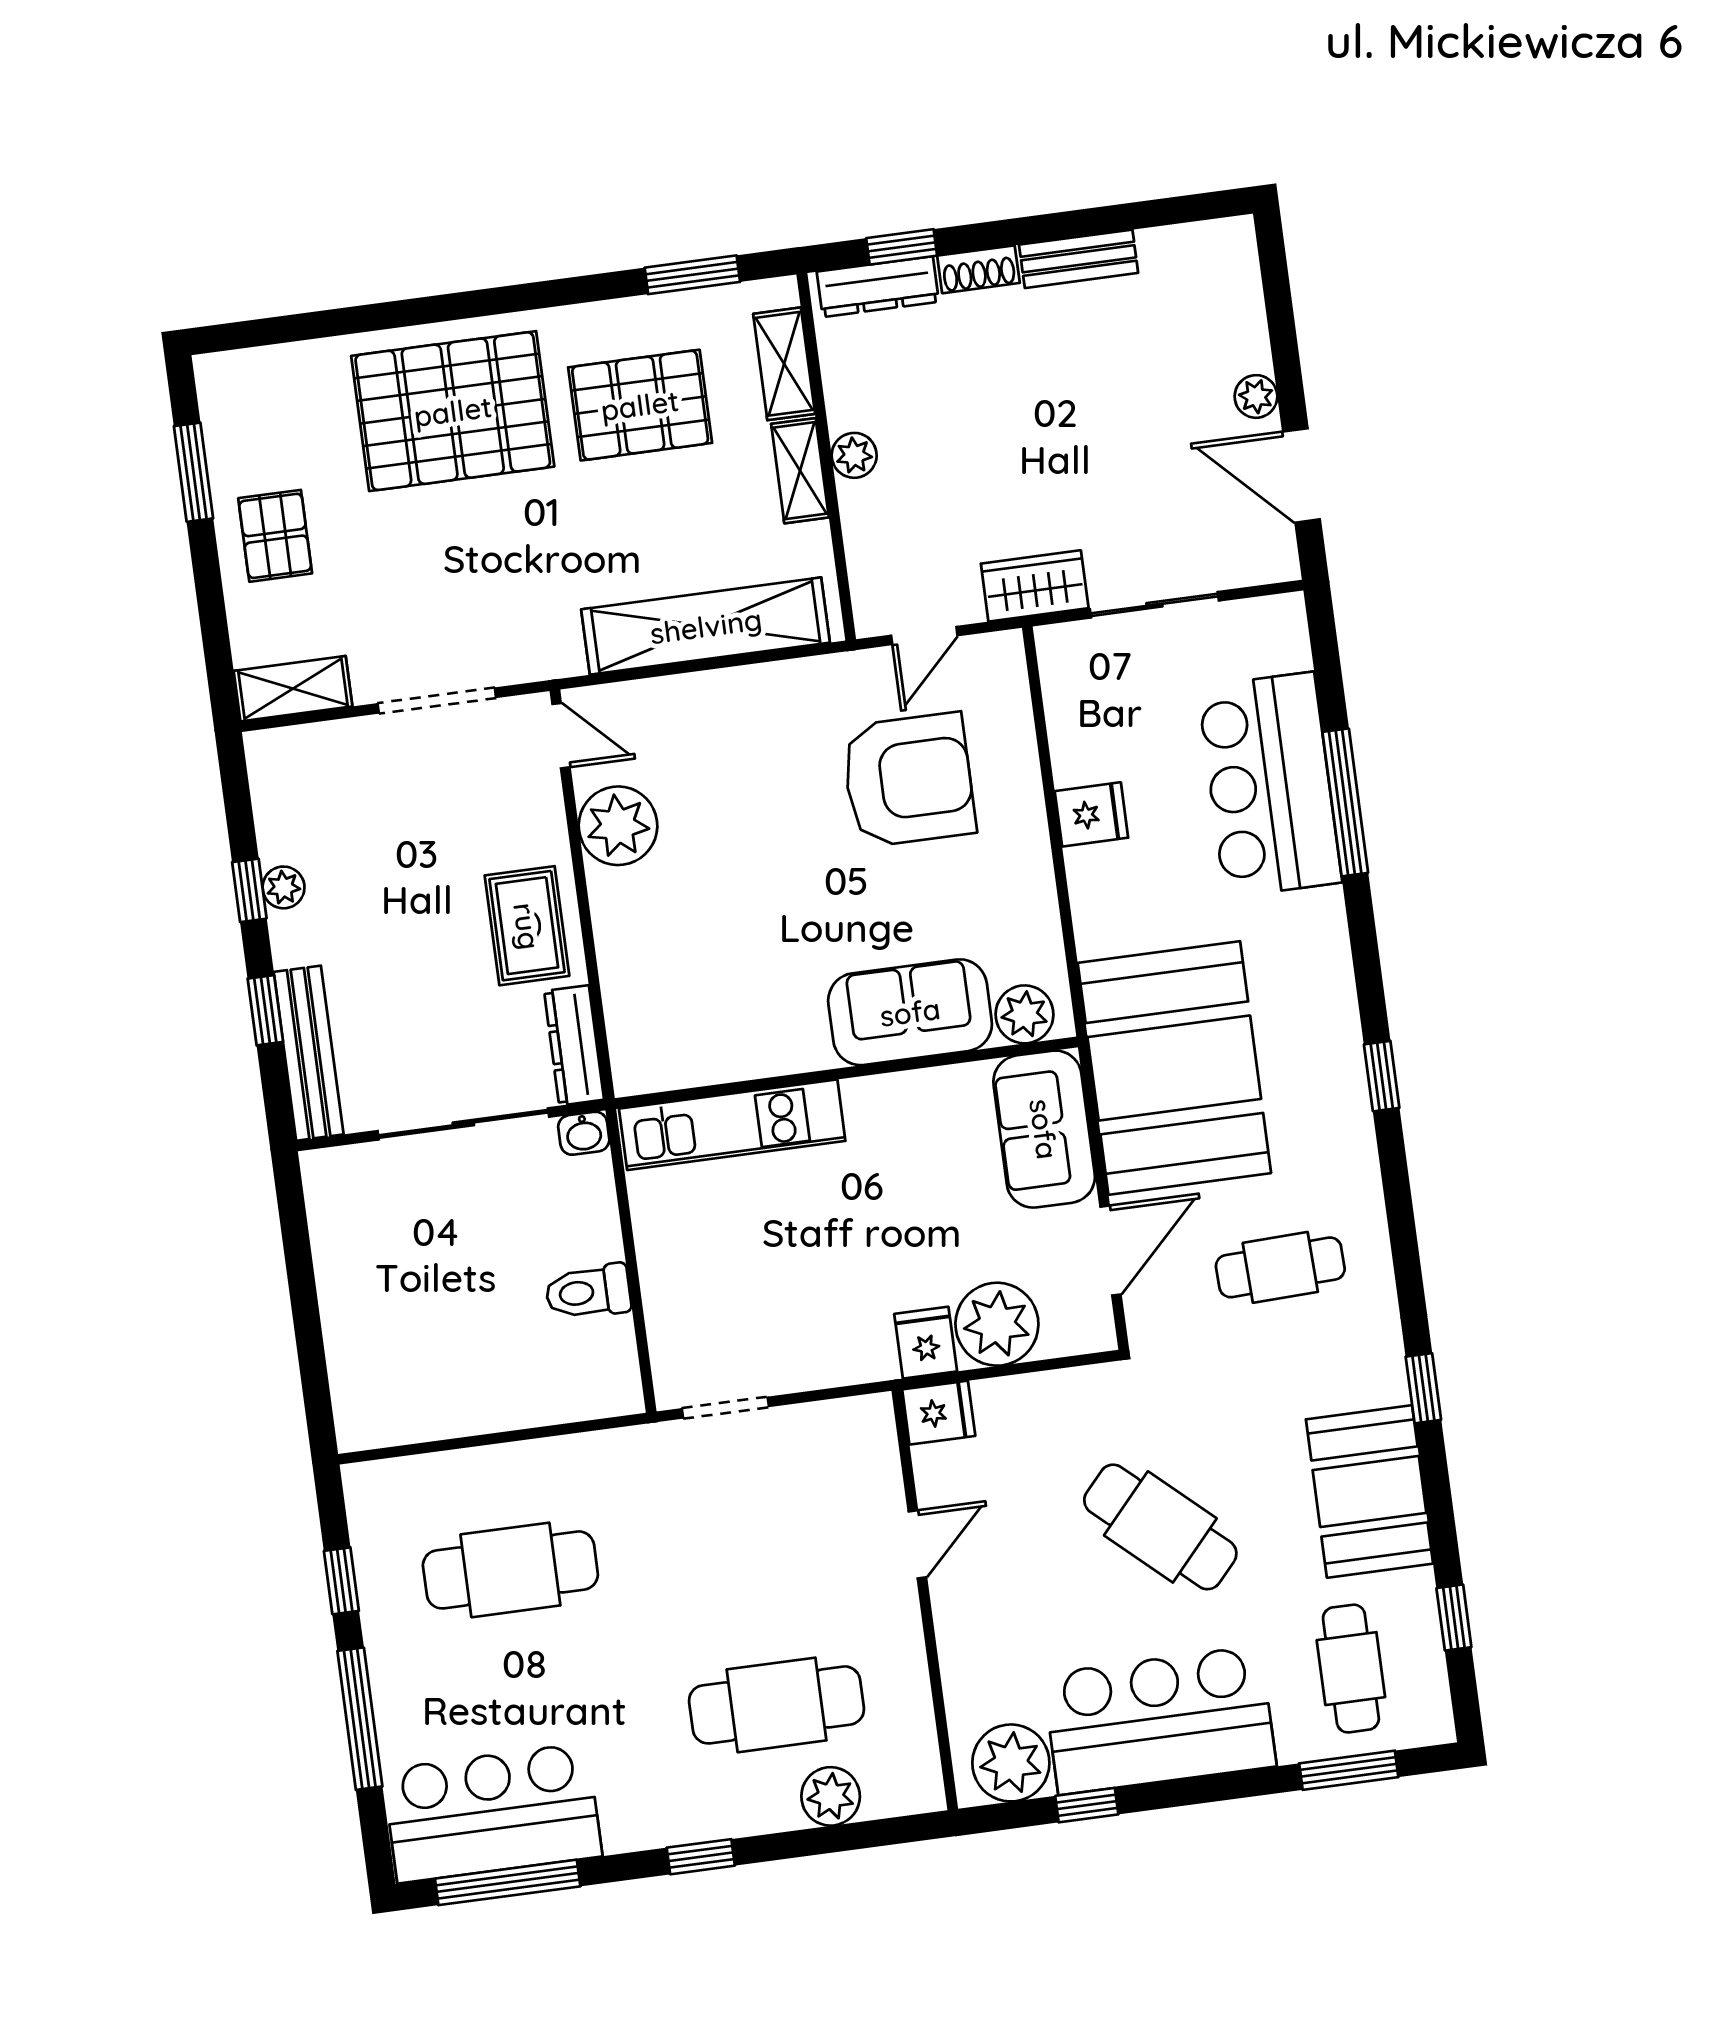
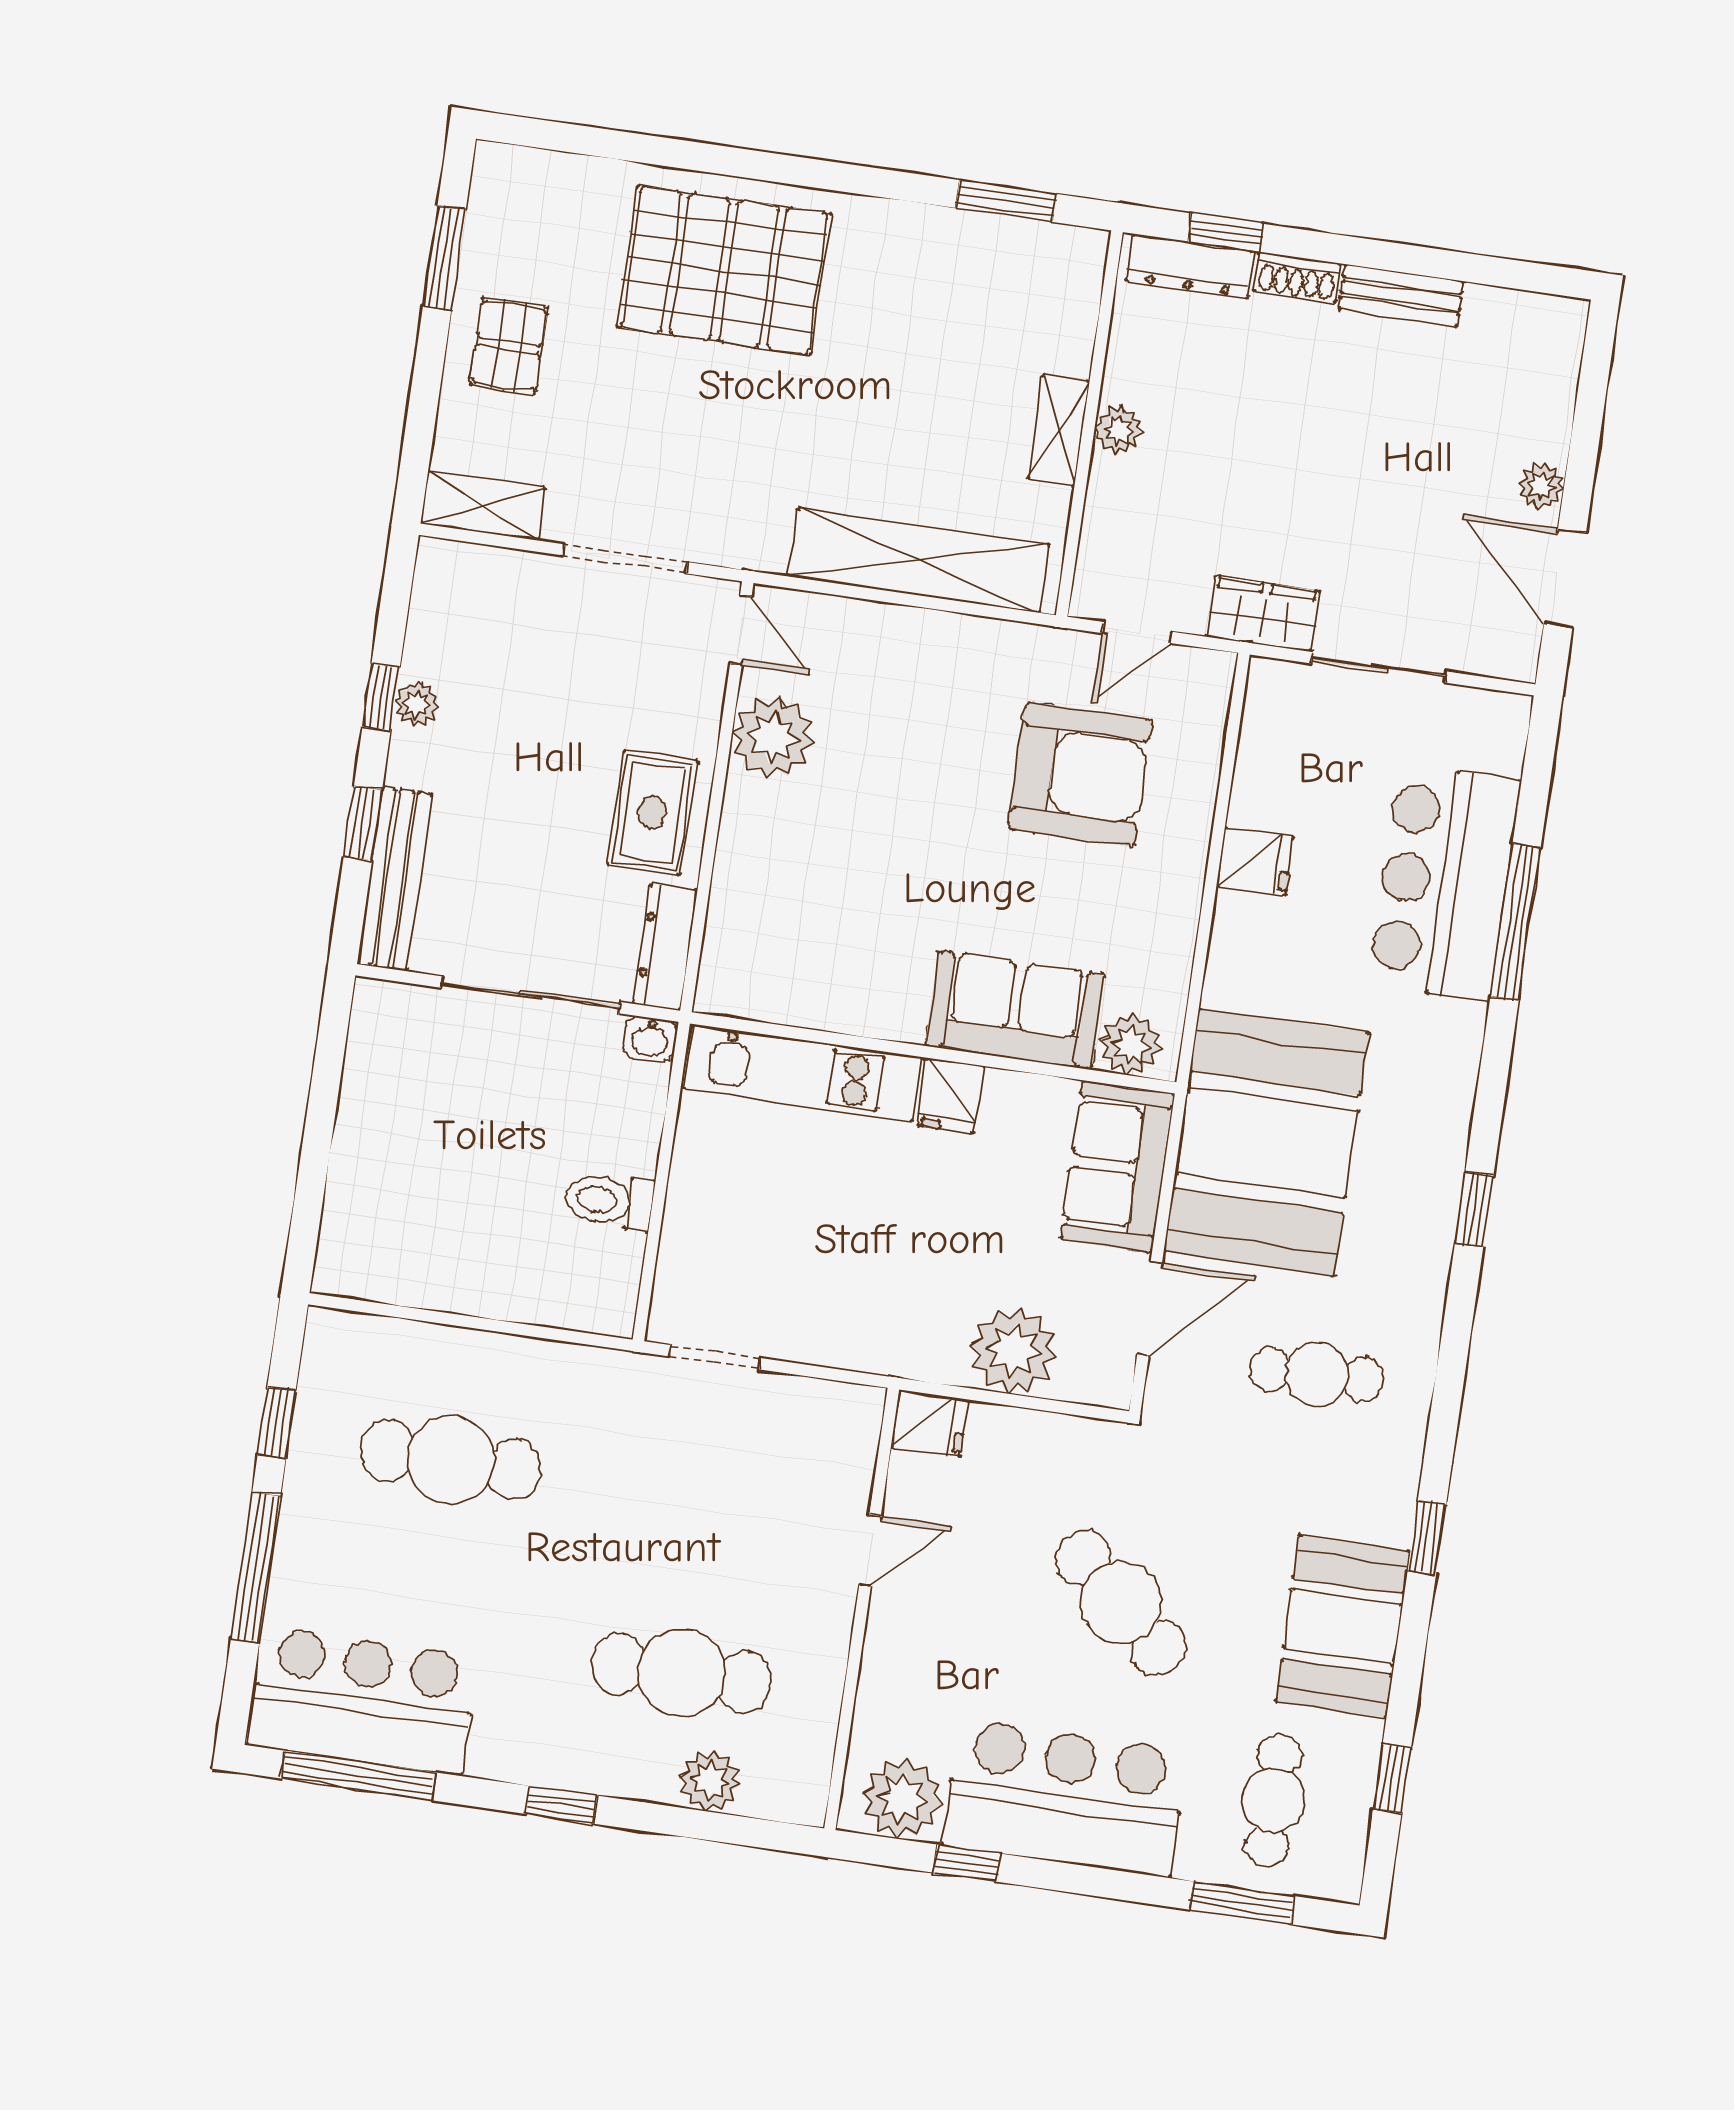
shelving: (784, 364) -> (1073, 317), removed
pallet: (640, 405) -> (916, 318), removed
fridge: (926, 1343) -> (950, 1096), moved, turned 180

